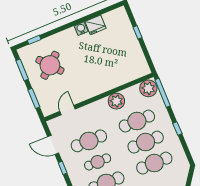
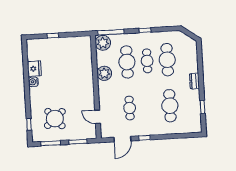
cafe table: (89, 141) -> (130, 108), width x0.73, depth x0.74
cafe table: (146, 142) -> (147, 61), width x0.73, depth x0.74
cafe table: (98, 162) -> (150, 107), removed

